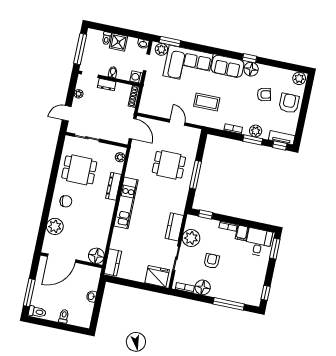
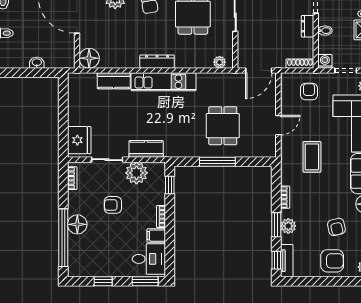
armchair: (157, 94) -> (309, 92), added
dresser: (113, 186) -> (157, 62), moved
armchair: (212, 261) -> (113, 205), turned 180
kitchen counter: (113, 262) -> (114, 81), moved
floor lamp: (203, 287) -> (77, 224), moved
window: (266, 293) -> (103, 281), moved
window: (229, 304) -> (63, 238), width x1.46

